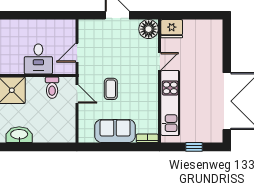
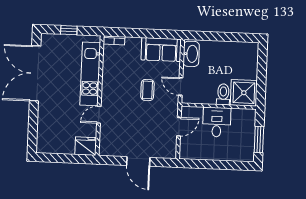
floor lamp: (149, 29) -> (108, 147), removed
toilet: (52, 88) -> (223, 94), moved
sofa: (115, 131) -> (161, 49), moved
washbasin: (19, 135) -> (191, 54), moved, turned -90

